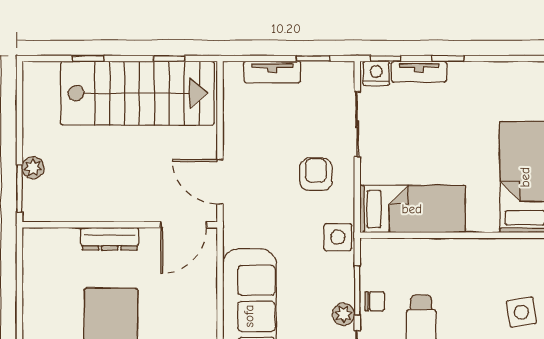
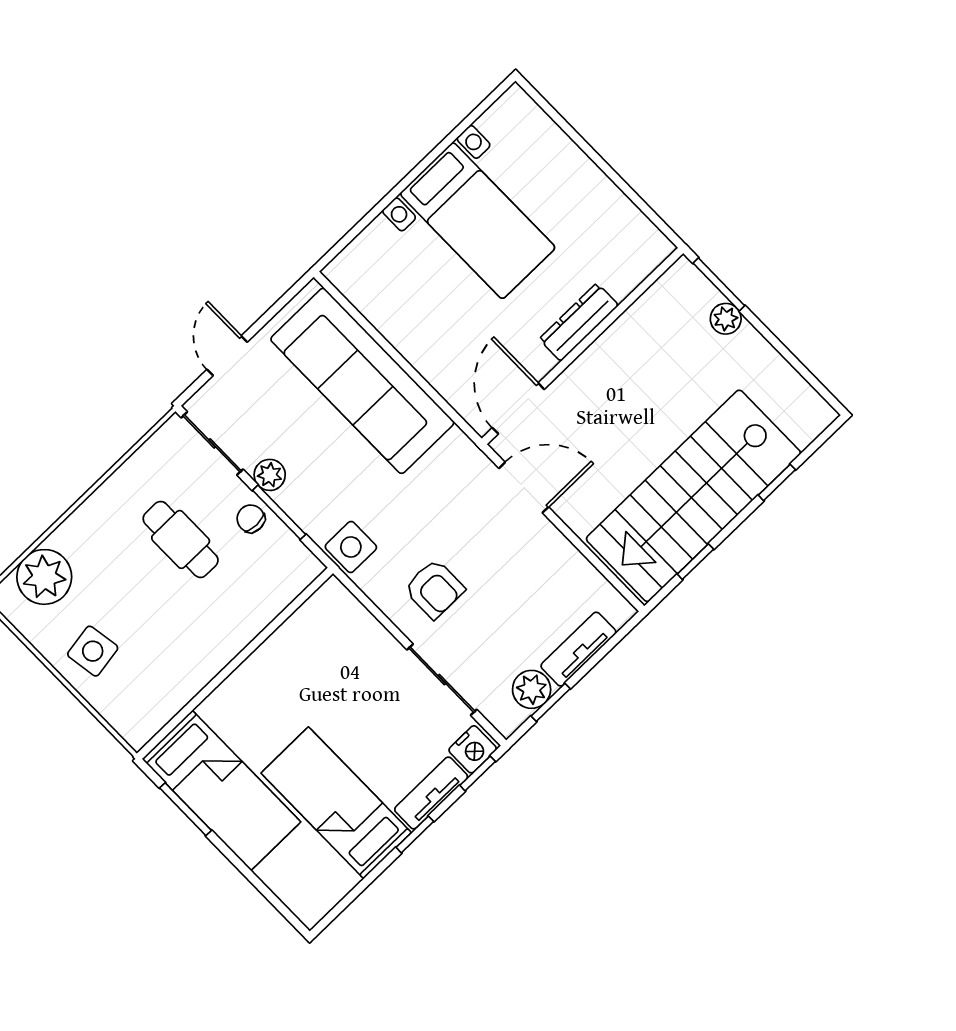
plant: (316, 75) -> (532, 689), added
bed: (412, 209) -> (336, 803), moved, turned 90
chair: (375, 301) -> (251, 519), turned 90

